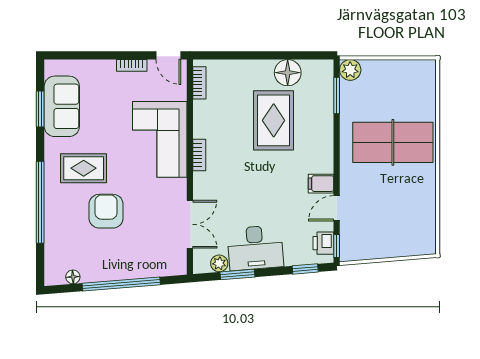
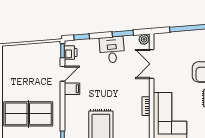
desk: (255, 248) -> (112, 50), width x0.73
plant: (219, 263) -> (144, 39), moved

